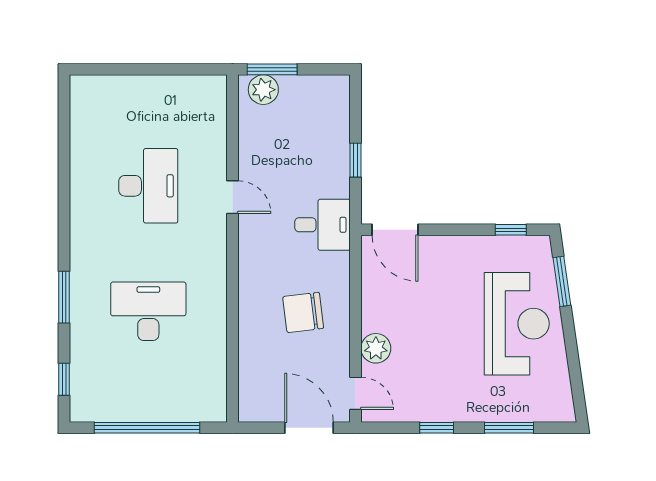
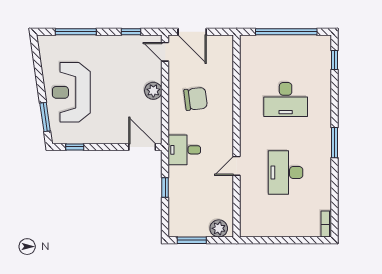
window: (272, 69) -> (192, 240), moved
bookcase: (78, 97) -> (326, 224), added
door: (233, 197) -> (237, 166), hinge flipped
window: (64, 297) -> (335, 143), moved
plant: (376, 348) -> (153, 91), moved
window: (437, 428) -> (131, 32), moved
window: (509, 428) -> (76, 32), width x1.44

